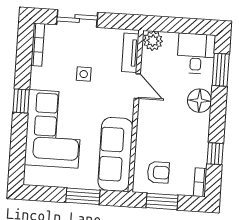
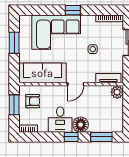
desk: (196, 53) -> (60, 120), moved, turned 90
door: (137, 86) -> (76, 84), moved
window: (215, 154) -> (71, 137), moved
armchair: (158, 172) -> (33, 101), turned -90
window: (83, 196) -> (14, 43), moved

